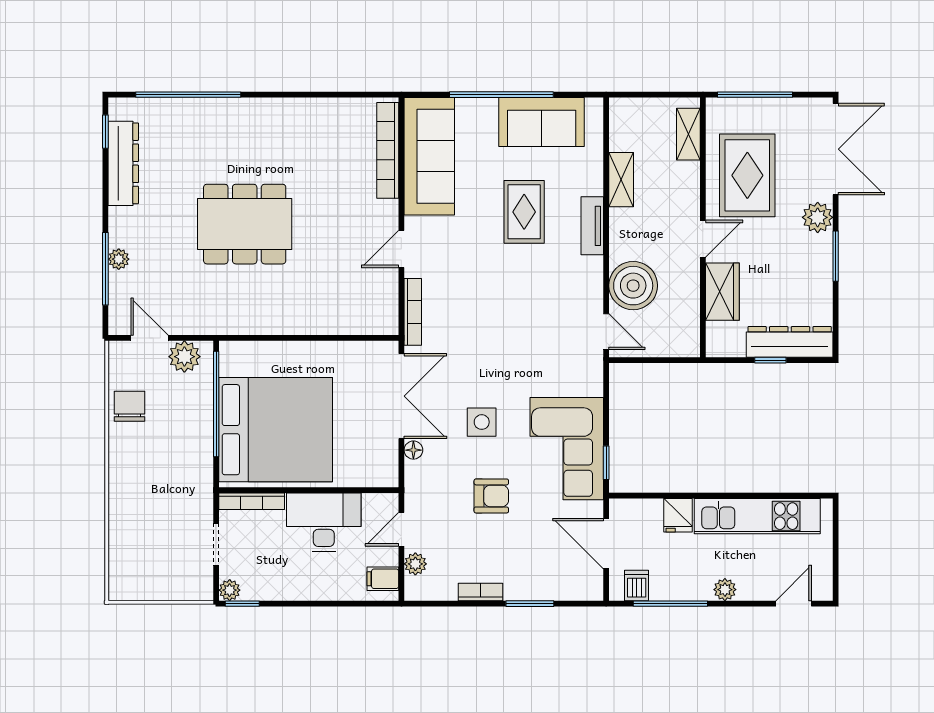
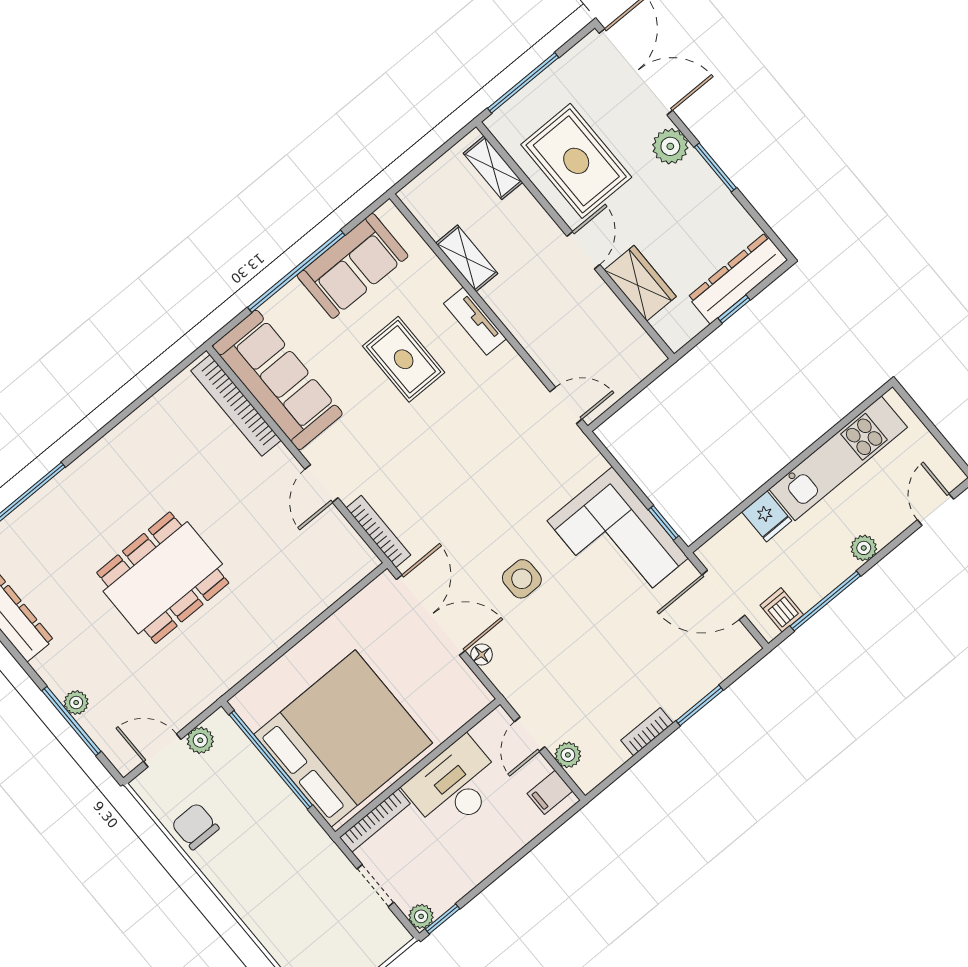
boiler: (633, 286) -> (556, 344), removed
plant: (184, 357) -> (200, 740), width x0.73, depth x0.73
armchair: (491, 496) -> (585, 638), removed

